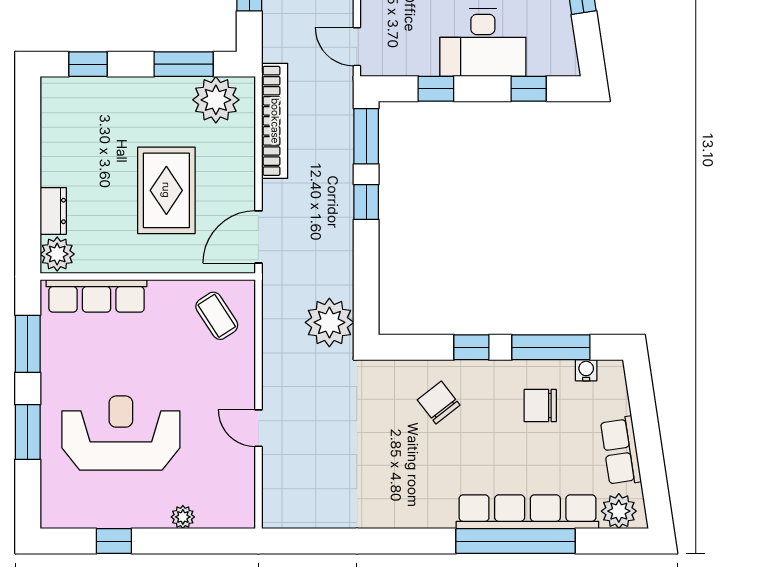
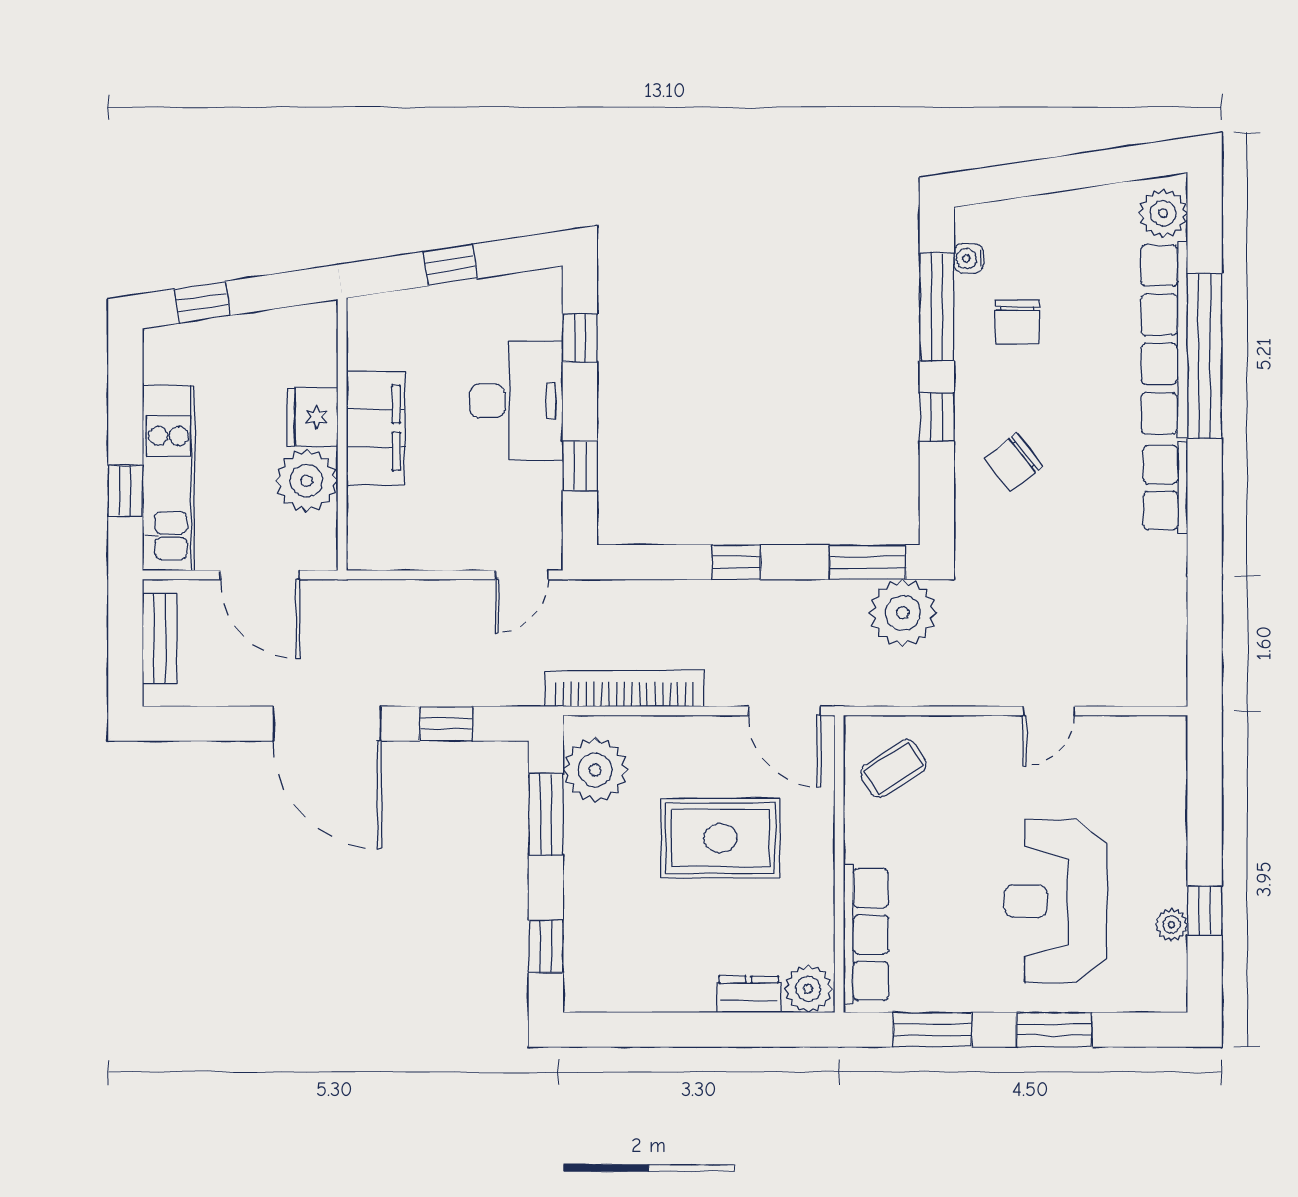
window: (366, 136) -> (868, 562), moved
row of seats: (621, 451) -> (1166, 487), moved, turned 99
plant: (183, 517) -> (1171, 925), moved

